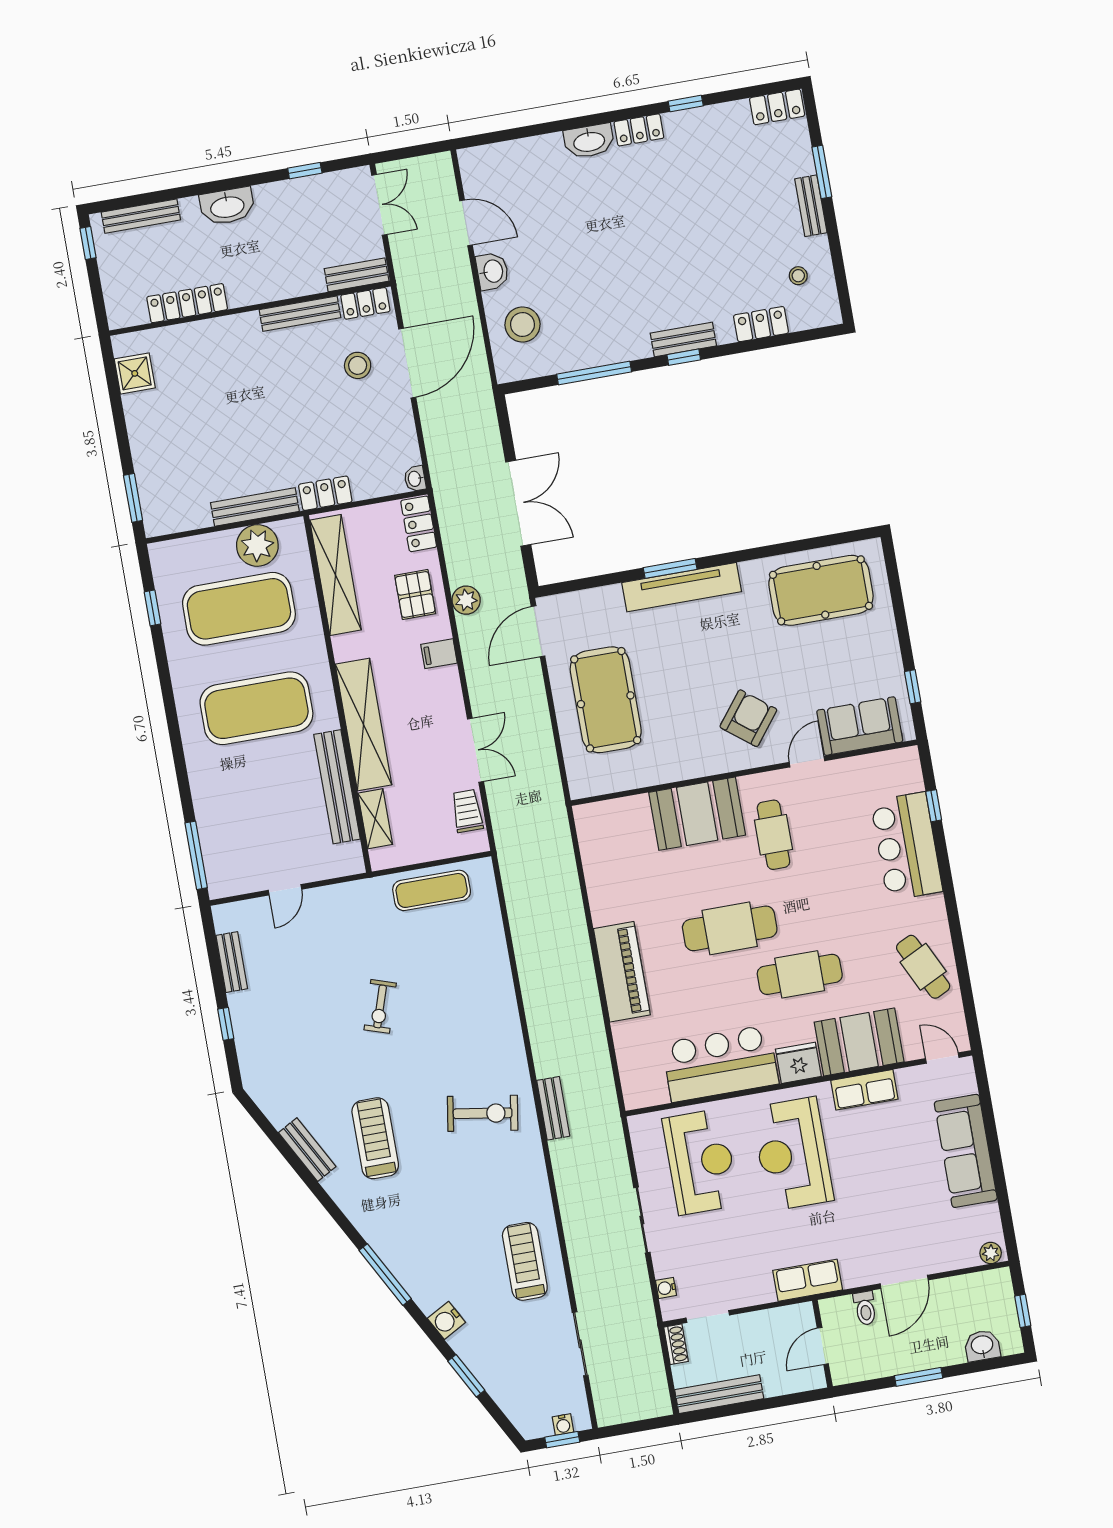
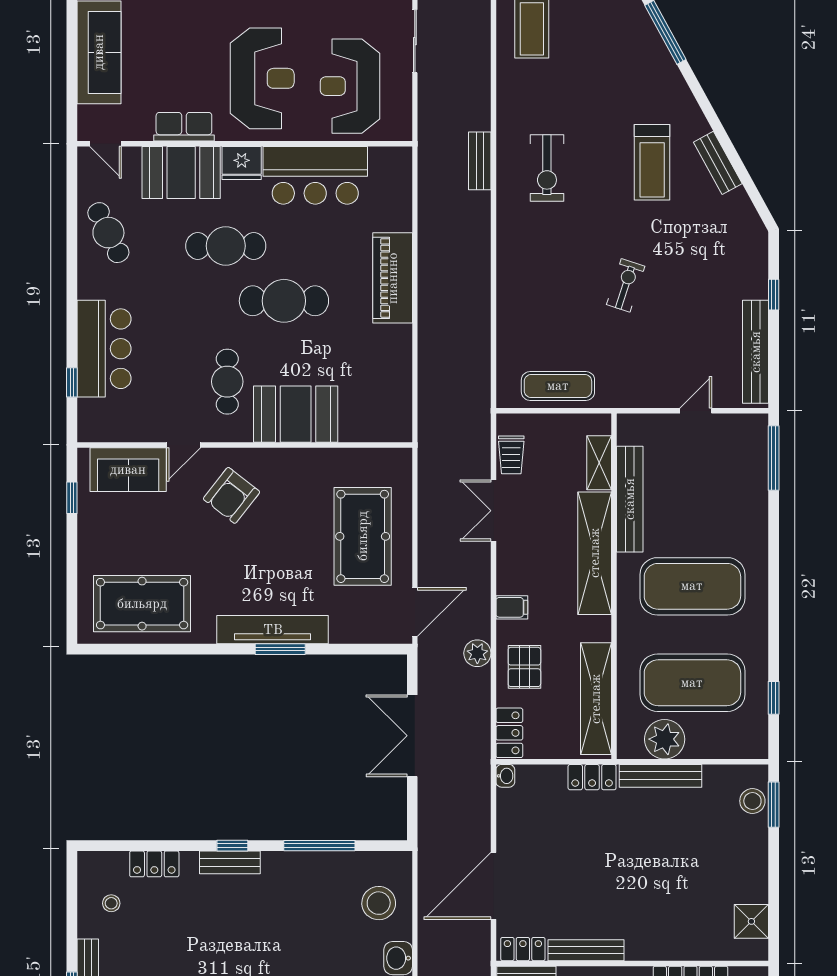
stool: (358, 365) -> (752, 801), moved
bench: (232, 962) -> (756, 352), width x1.86, depth x1.21
exercise bike: (483, 1113) -> (547, 168), turned -99

